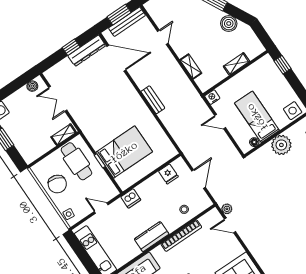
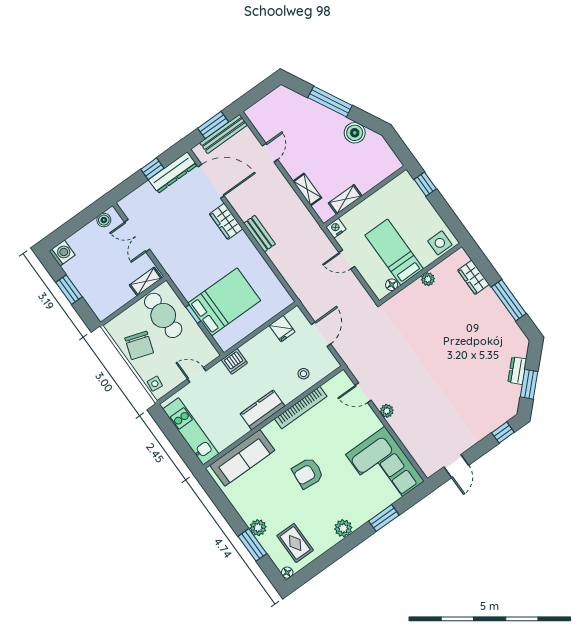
shelving: (236, 64) -> (345, 199), moved
wardrobe: (127, 90) -> (226, 221), added
plant: (281, 145) -> (428, 279), width x0.53, depth x0.53
plant: (227, 209) -> (387, 411), moved

